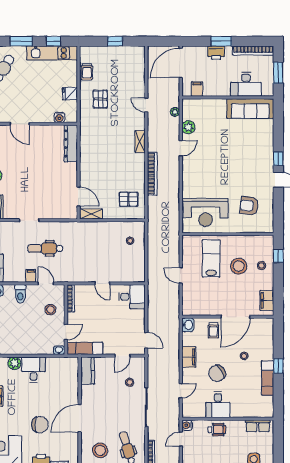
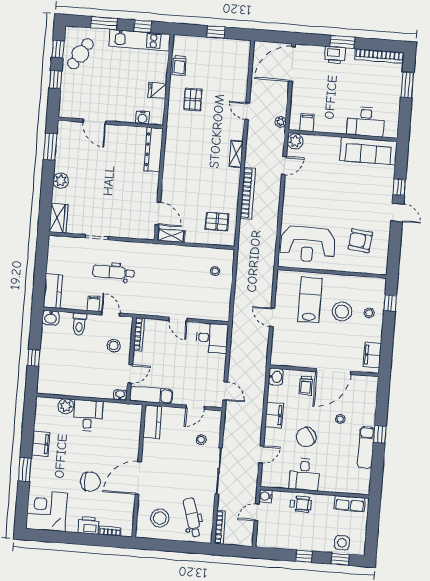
desk: (246, 84) -> (366, 122), moved
filing cabinet: (197, 89) -> (307, 123), moved
wall: (228, 97) -> (343, 136), moved
sofa: (250, 109) -> (368, 151), moved

